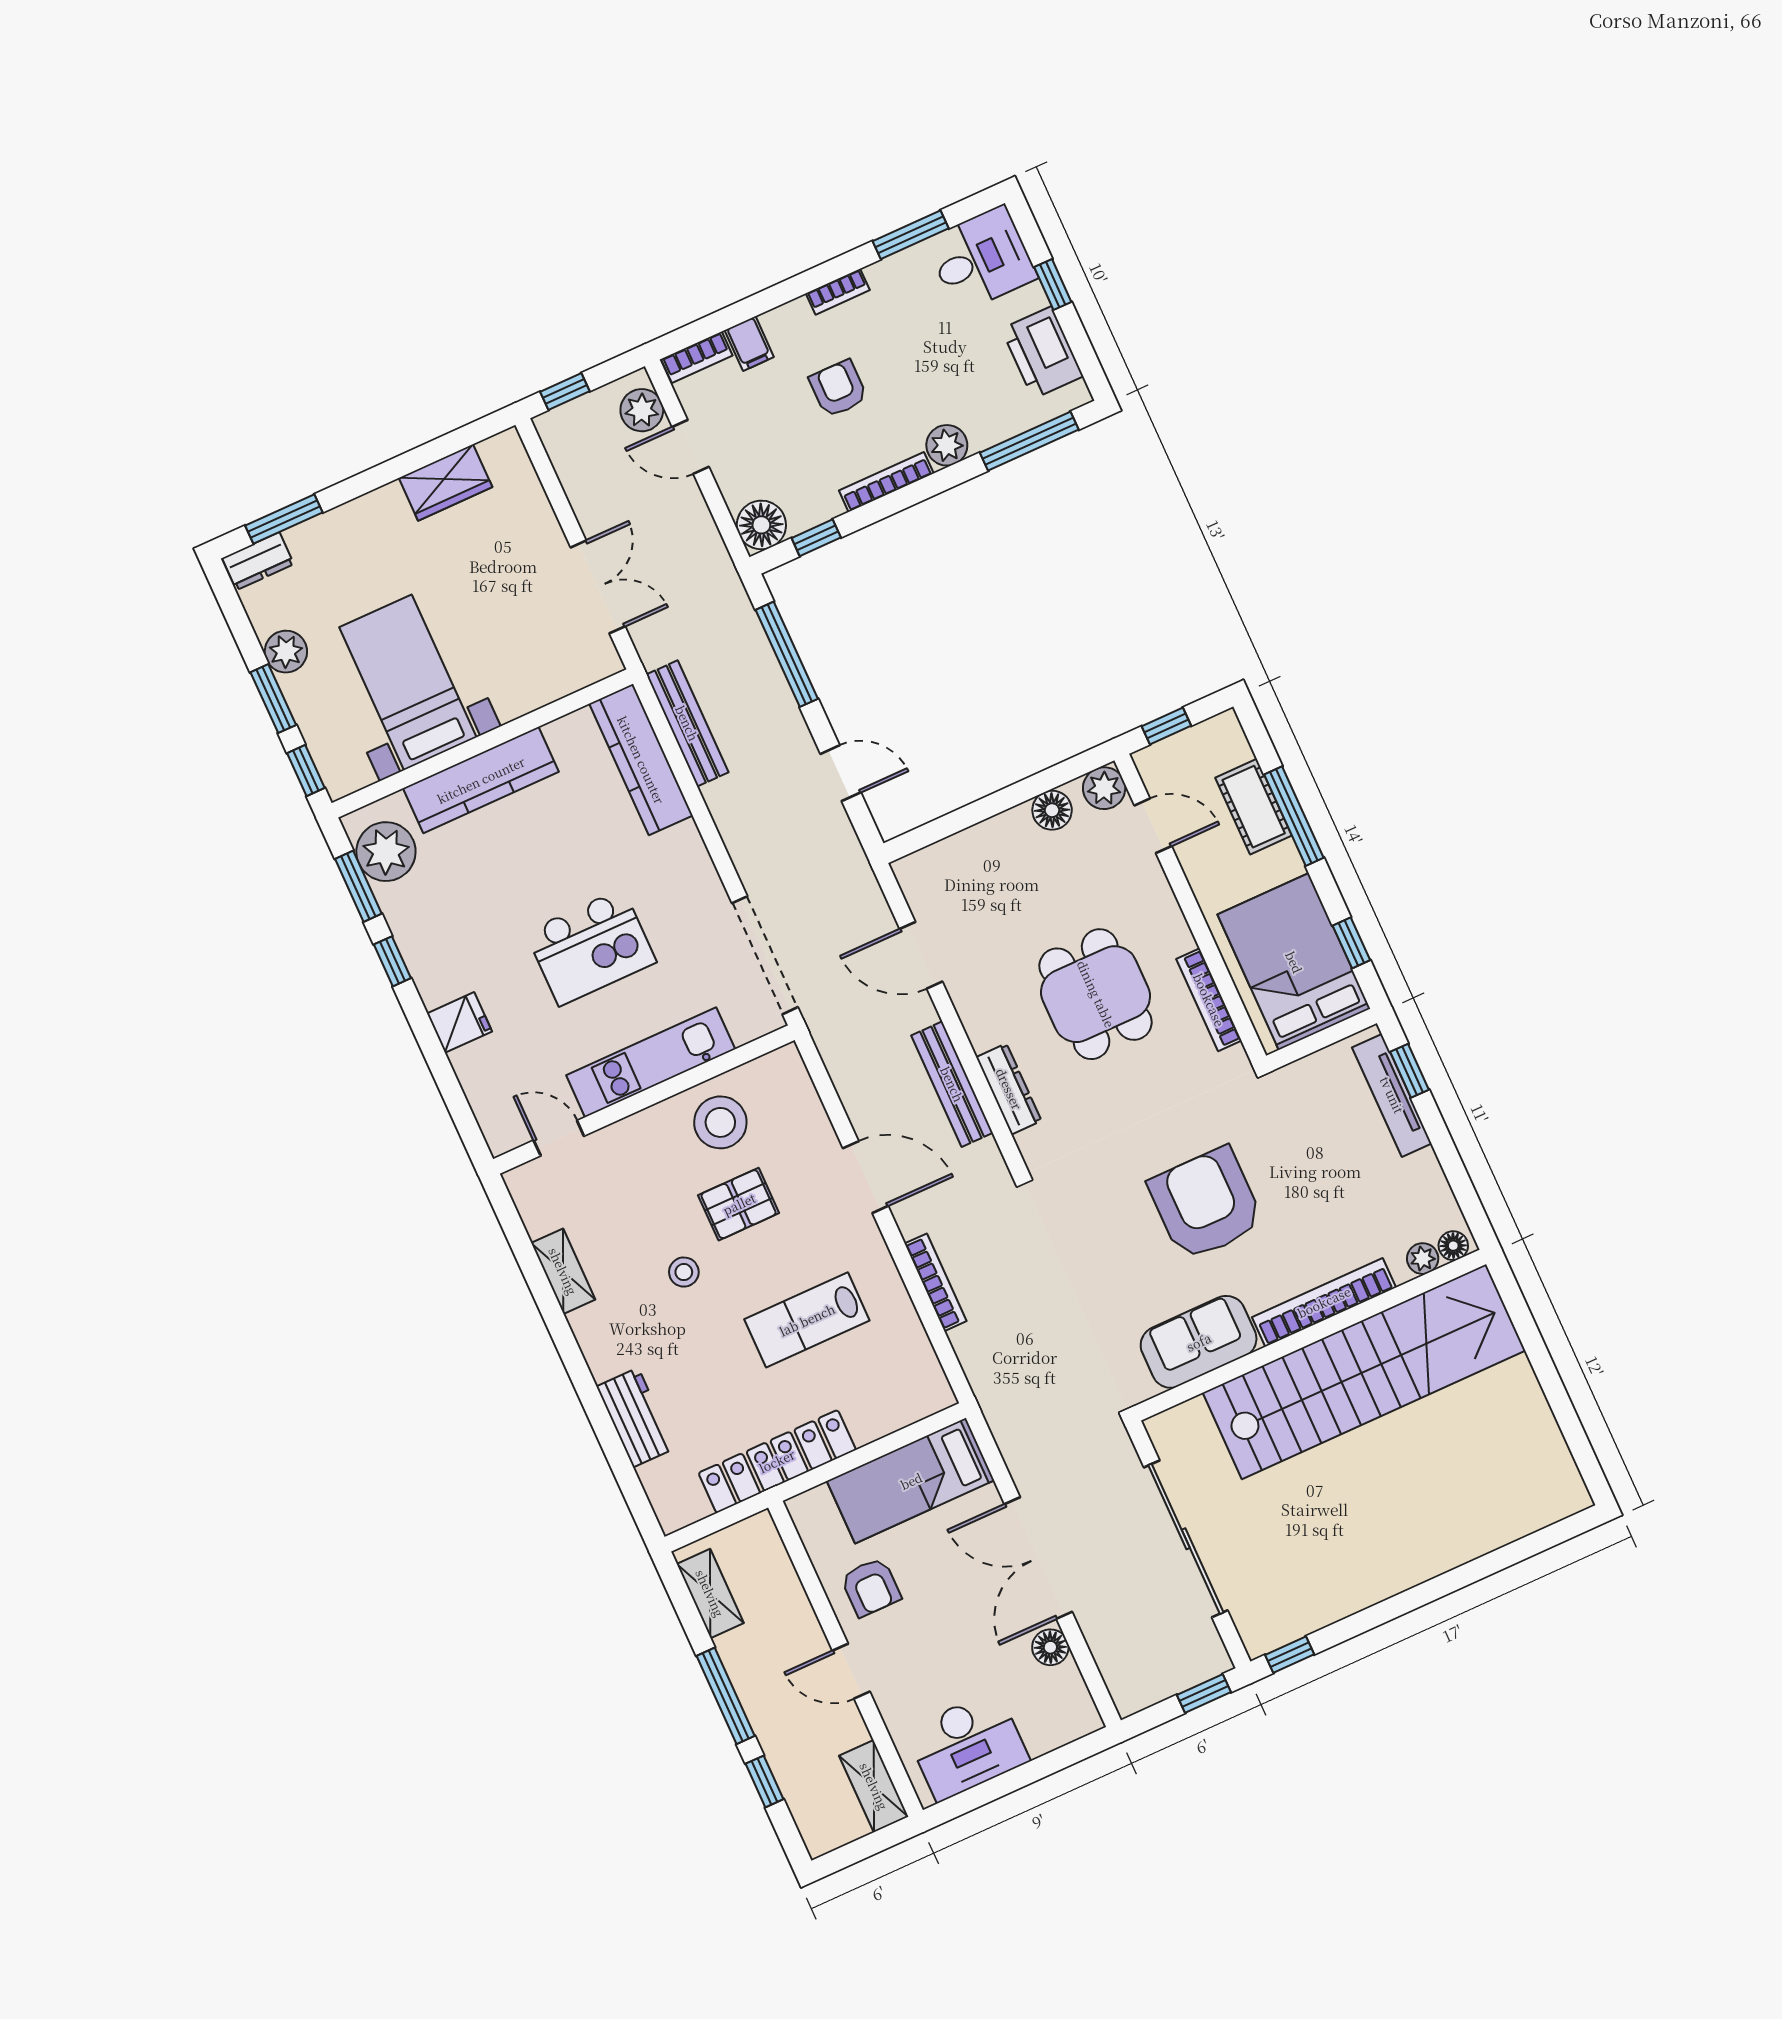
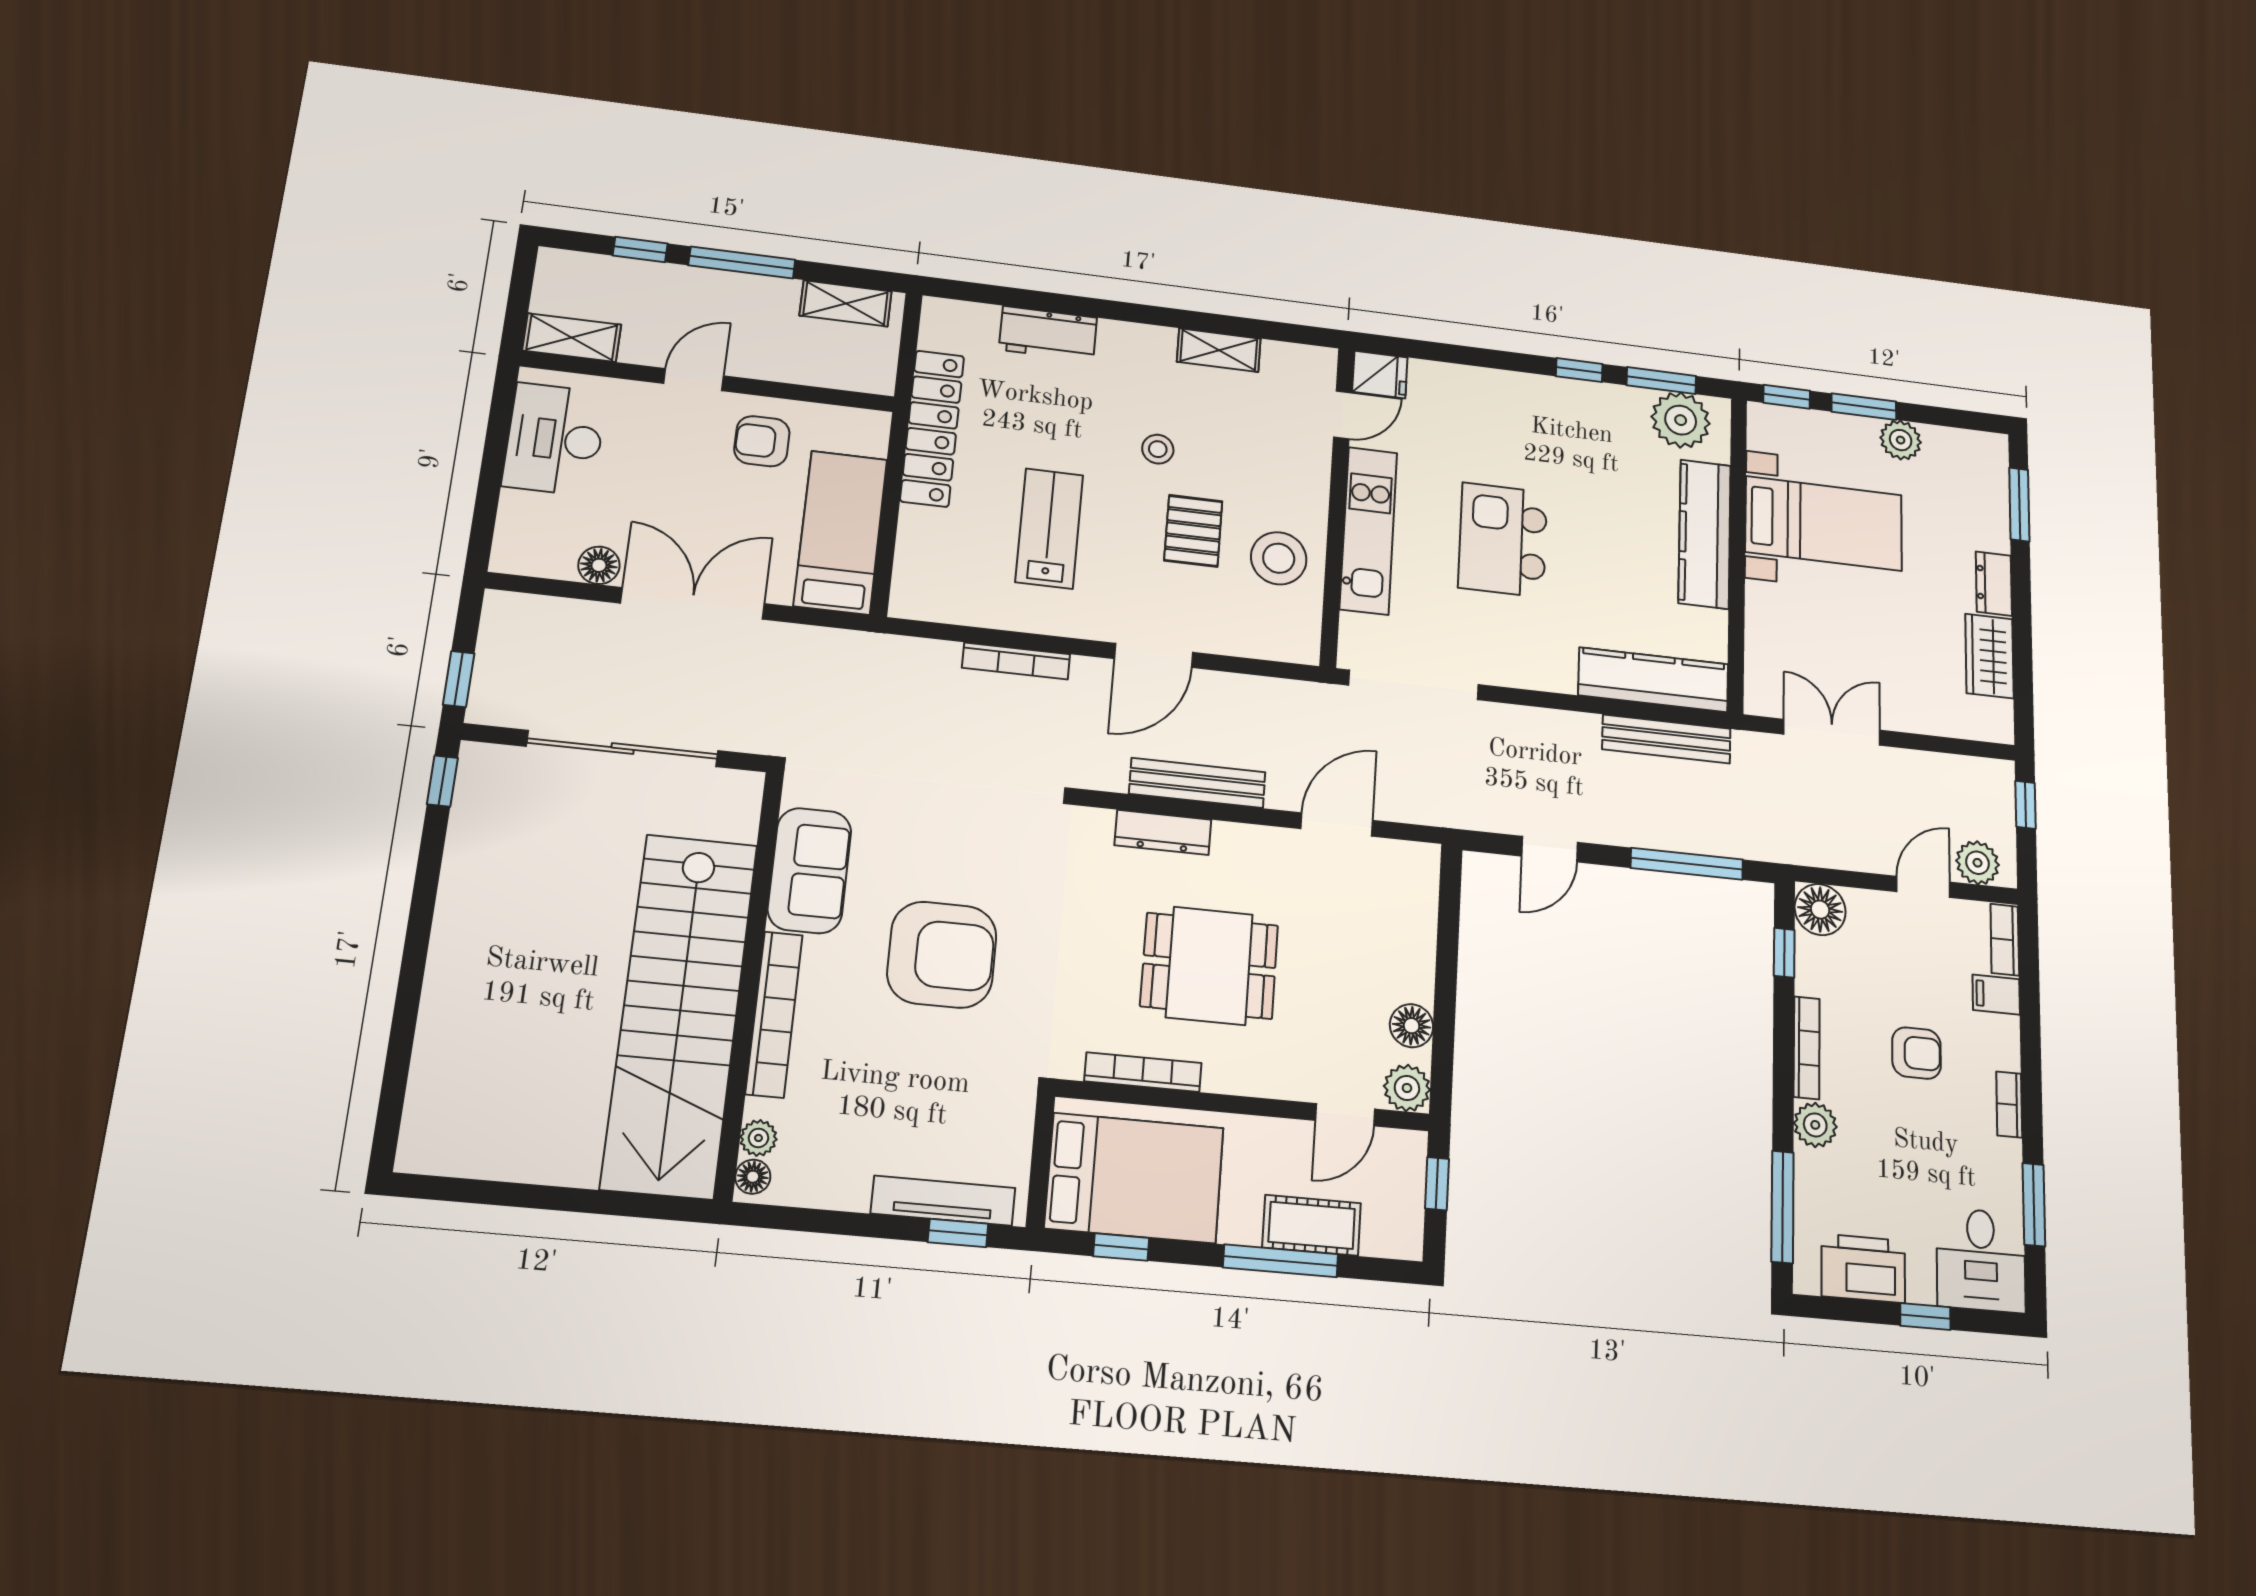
dresser: (258, 561) -> (1994, 584), moved
double door: (598, 587) -> (1832, 732), swing flipped
fridge: (459, 1022) -> (1380, 375), moved, turned -90

